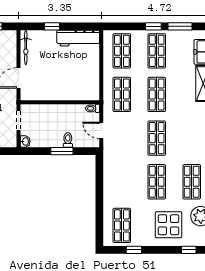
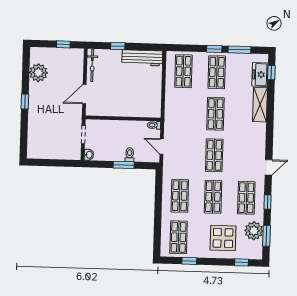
shop shelf: (122, 94) -> (180, 196), moved

